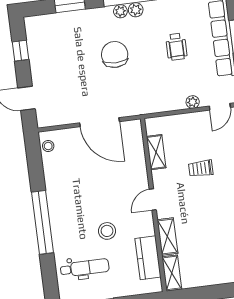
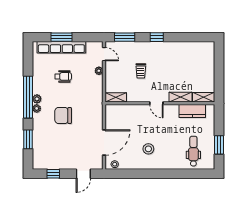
door: (100, 122) -> (104, 143), moved
shelving: (156, 152) -> (116, 97), moved
window: (42, 222) -> (162, 174), removed
stool: (107, 231) -> (148, 149), moved

